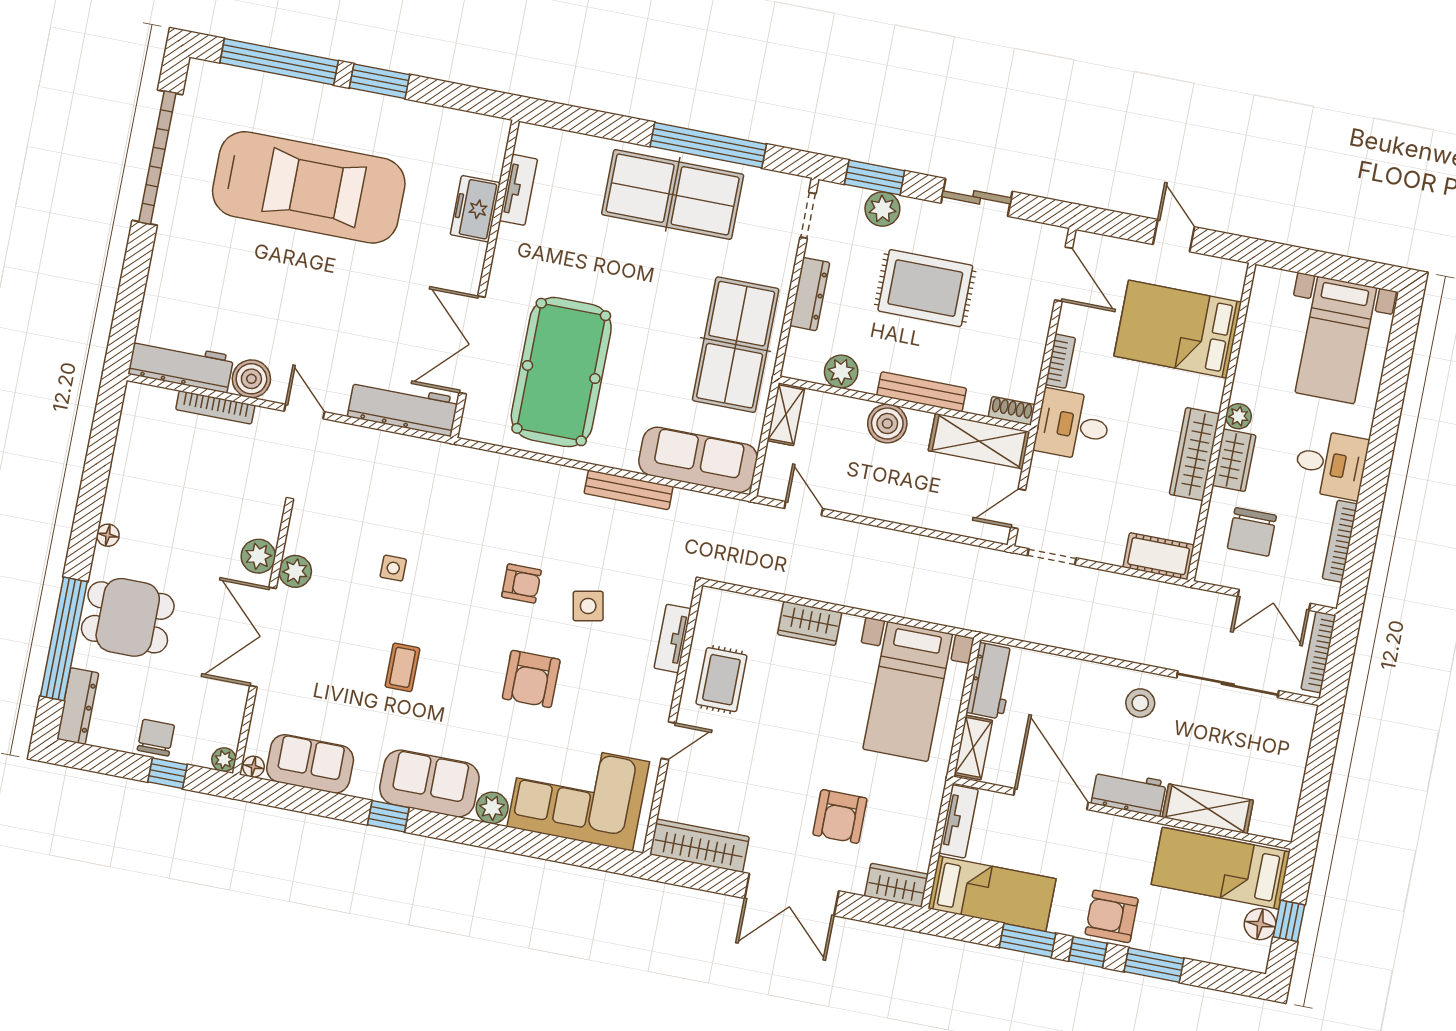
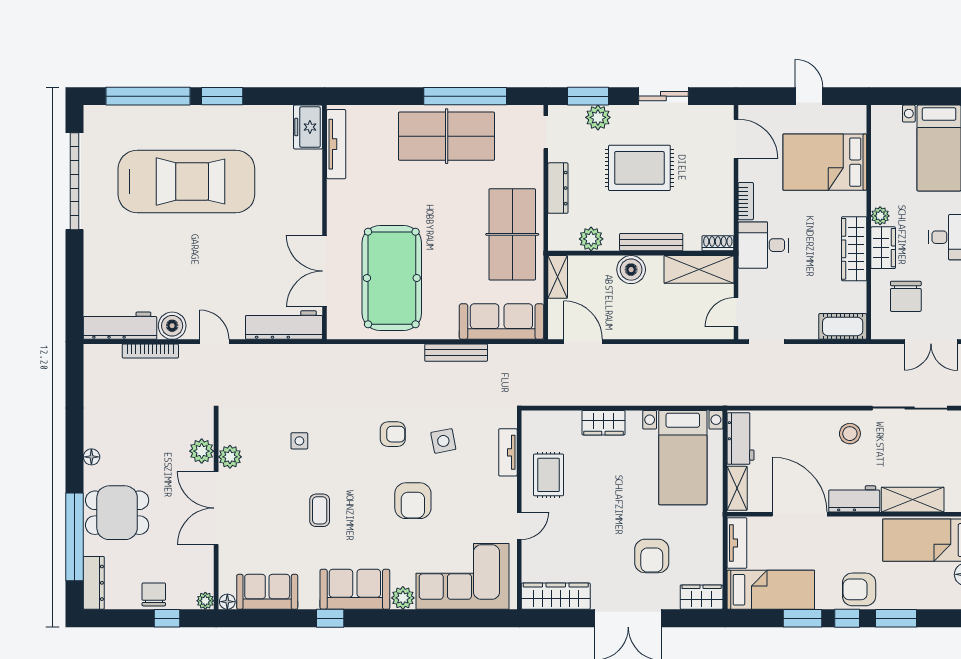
tv unit: (518, 190) -> (336, 144), width x1.41
freezer: (475, 209) -> (308, 127), moved
door: (804, 509) -> (583, 342), width x1.38

